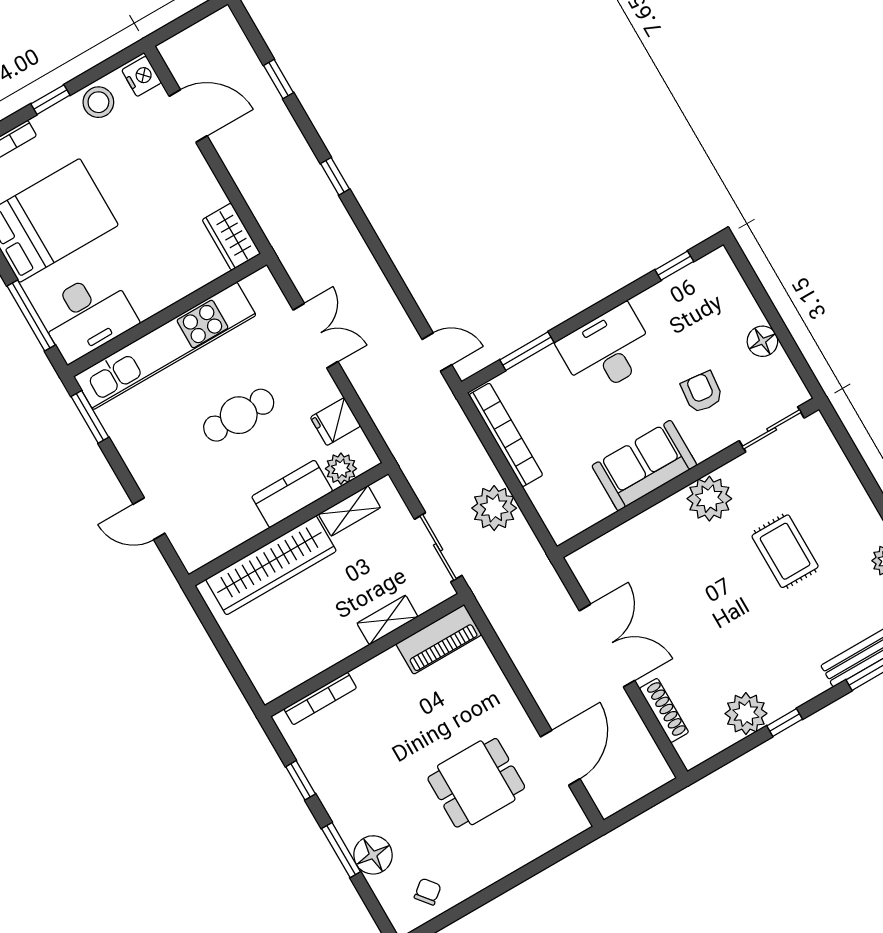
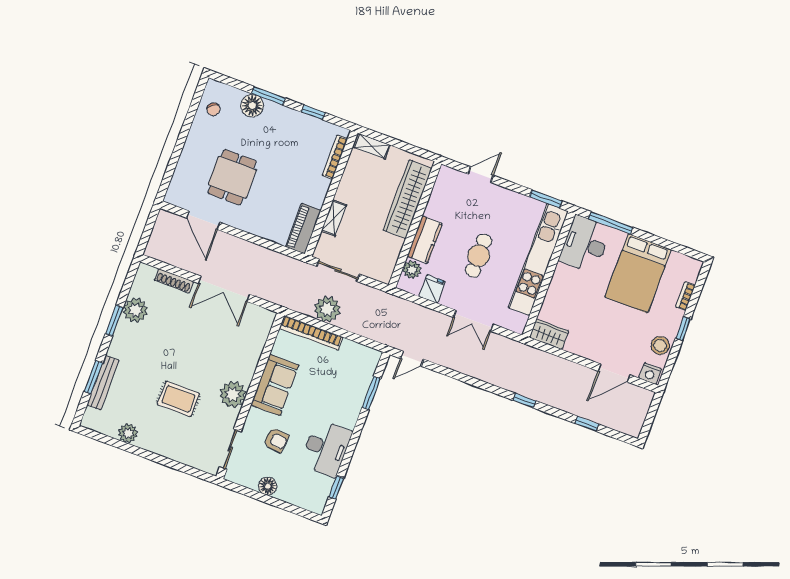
desk: (607, 350) -> (326, 448), moved
bookcase: (506, 435) -> (311, 333), moved
shelving: (349, 511) -> (372, 146), moved, turned 90
window: (785, 723) -> (114, 321), width x1.50

